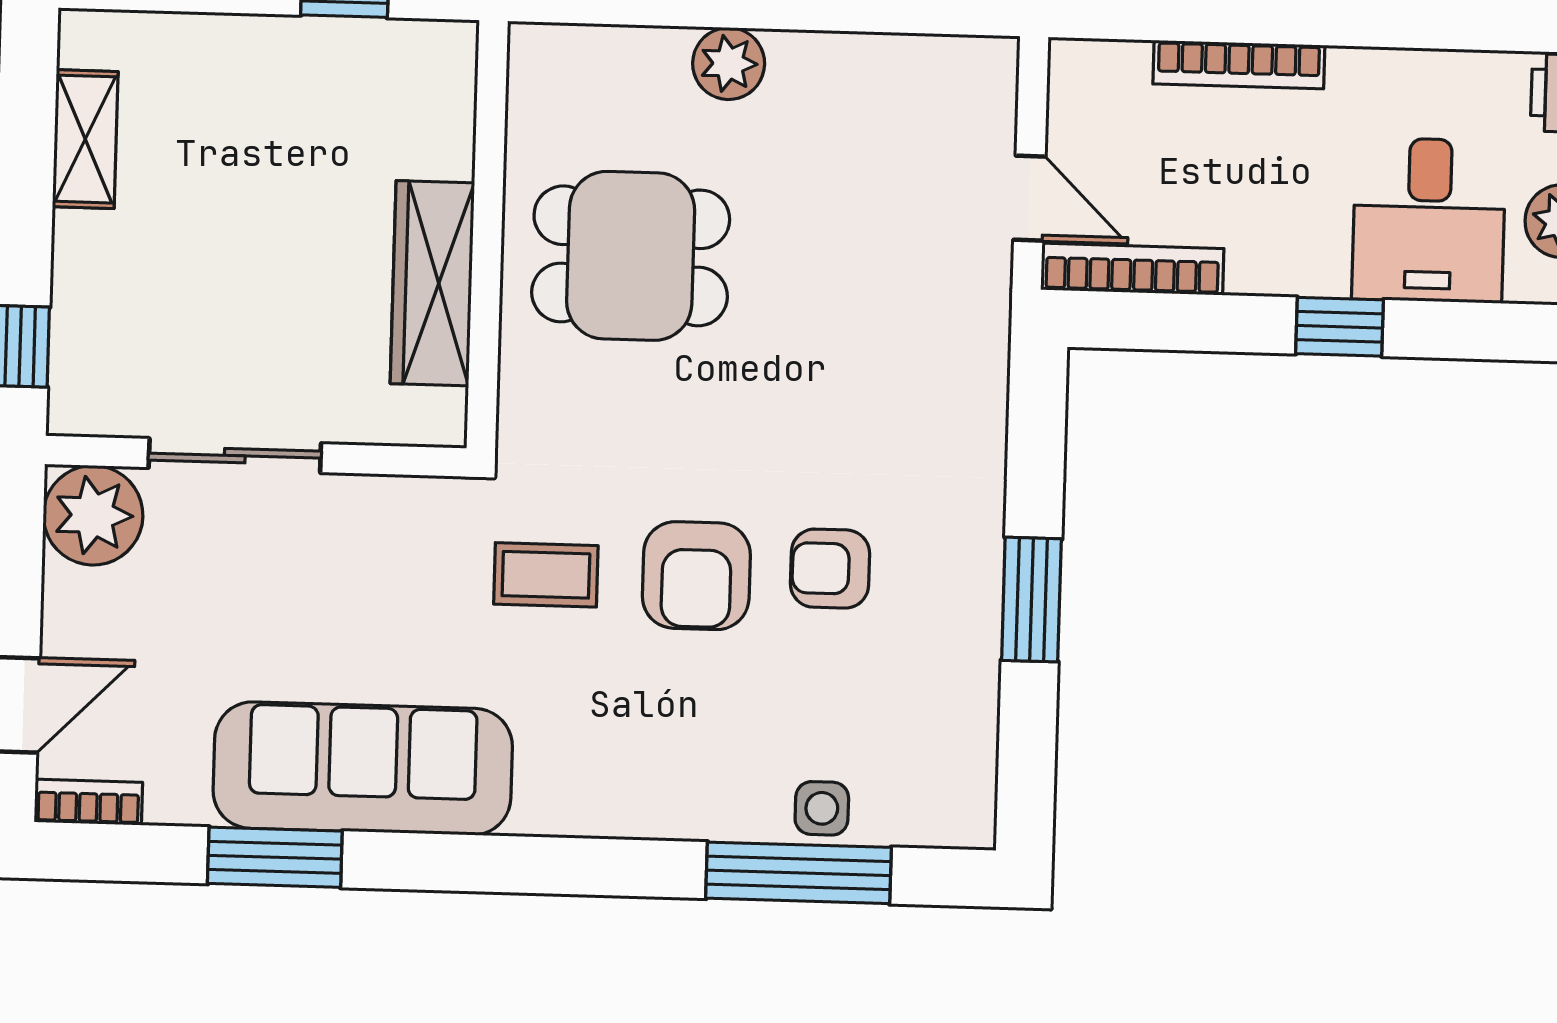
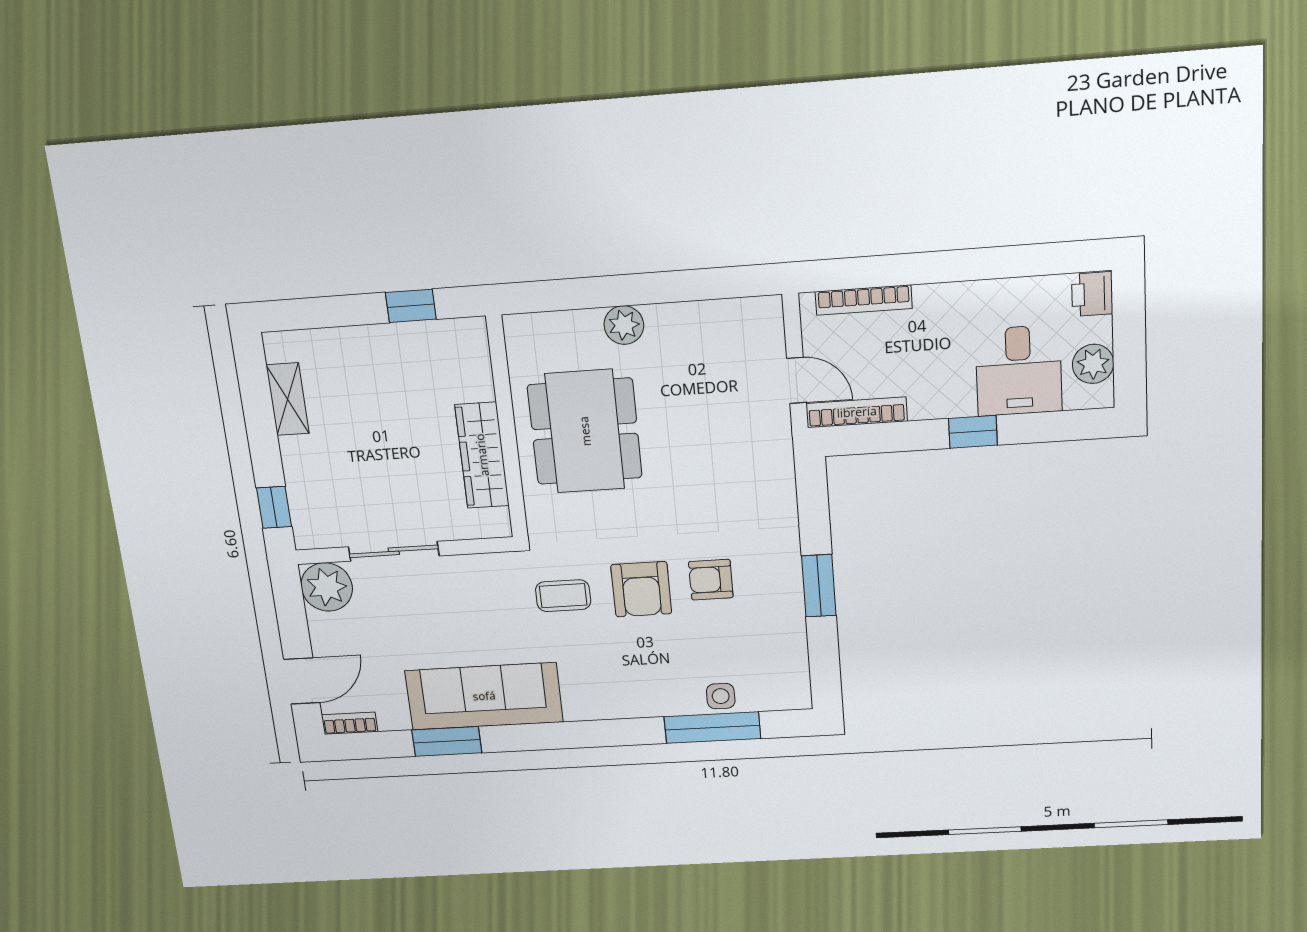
bookcase: (1239, 65) -> (864, 300), moved
dining table: (631, 256) -> (585, 431), width x1.38

